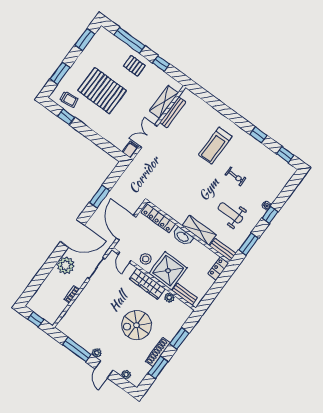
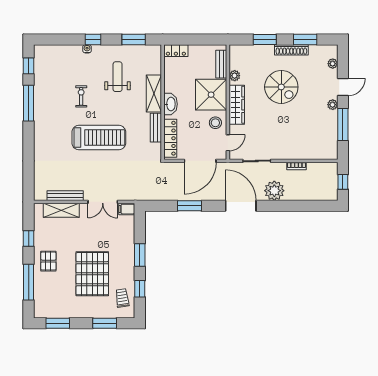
window: (90, 135) -> (140, 255), added
window: (258, 135) -> (29, 103), width x2.17
treadmill: (215, 146) -> (99, 138), moved, width x1.37, depth x1.38
weight bench: (230, 213) -> (118, 77), turned 180
bench: (223, 250) -> (156, 128), moved

